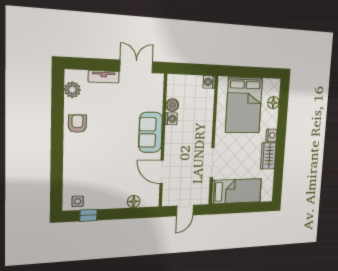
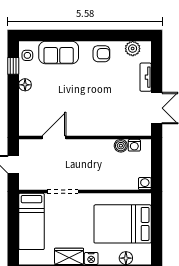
washing machine: (171, 119) -> (134, 145), moved
sofa: (150, 132) -> (59, 52), moved, turned 180
floor lamp: (134, 201) -> (25, 85), moved

